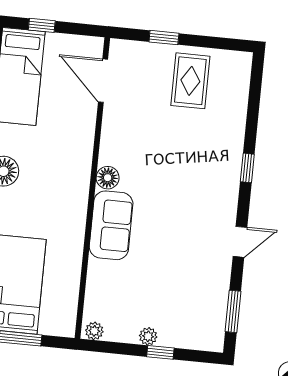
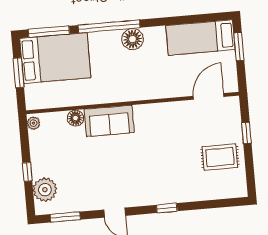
window: (42, 25) -> (239, 47), width x1.50
floor lamp: (108, 178) -> (75, 118), moved
plant: (148, 336) -> (45, 190), moved, width x1.88, depth x1.88

